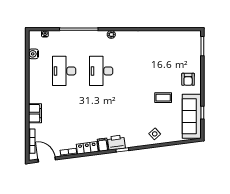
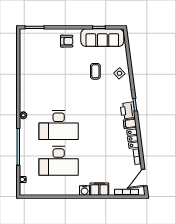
water cooler: (33, 54) -> (85, 190), moved
desk: (64, 71) -> (59, 161), width x1.36, depth x1.30
desk: (101, 71) -> (59, 125), width x1.36, depth x1.30
coffee table: (163, 98) -> (95, 71), moved

